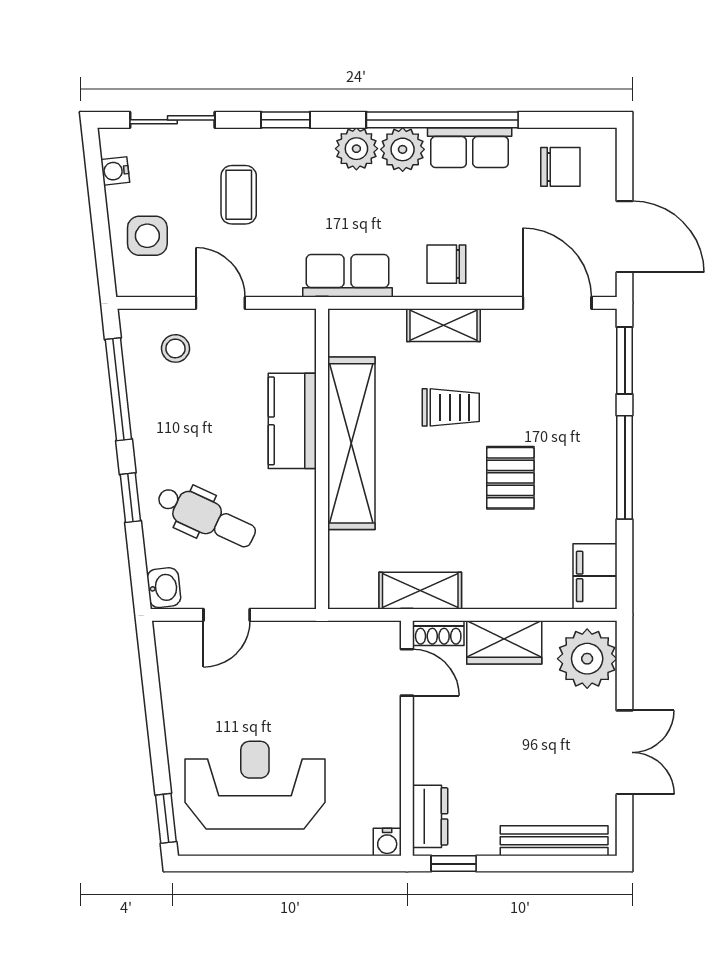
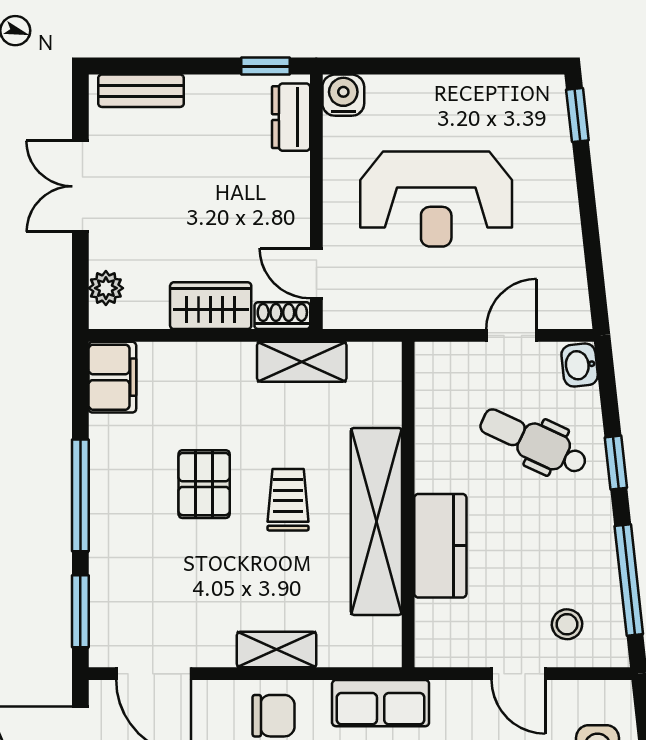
trolley: (451, 407) -> (288, 500), moved, turned 90
plant: (587, 659) -> (106, 288), width x0.53, depth x0.53
reception desk: (255, 785) -> (436, 199), moved
bench: (554, 841) -> (141, 91), width x0.73
water cooler: (387, 842) -> (343, 95), width x1.38, depth x1.38

